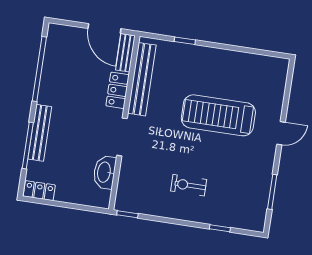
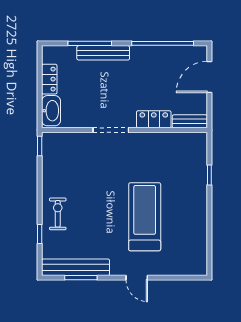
door: (104, 29) -> (209, 77), moved
bench: (142, 79) -> (76, 267), moved
washbasin: (104, 172) -> (51, 111), moved, turned 90
exercise bike: (189, 185) -> (58, 214), moved
locker: (39, 191) -> (49, 79), moved

